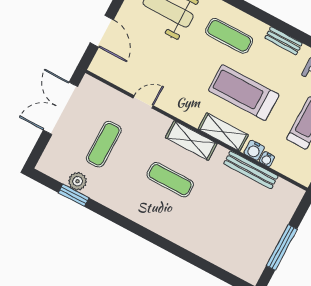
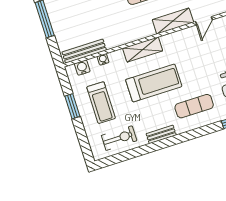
shelving: (191, 141) -> (173, 21), moved
water cooler: (254, 150) -> (82, 68), moved
bench: (251, 170) -> (84, 51), moved

